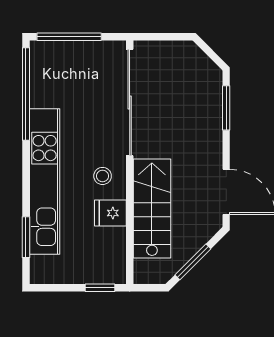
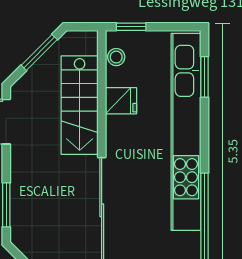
stool: (103, 176) -> (116, 57), moved
kitchen unit: (45, 182) -> (186, 132), width x1.36

